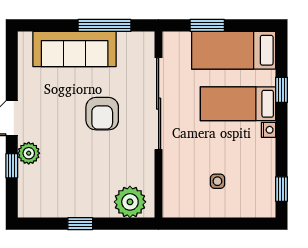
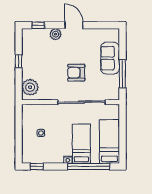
window: (207, 25) -> (122, 128), removed
sofa: (75, 49) -> (110, 58), width x0.73
window: (281, 90) -> (89, 167), width x3.17
window: (12, 166) -> (38, 25), moved

